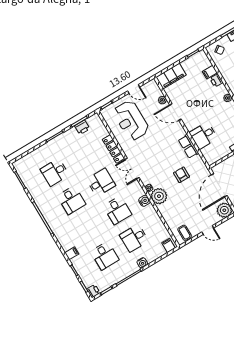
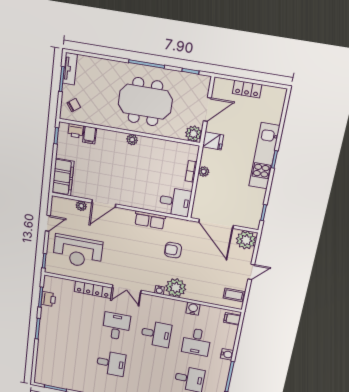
printer: (216, 81) -> (76, 131), moved
desk: (203, 136) -> (175, 202), moved, turned -90
desk: (55, 172) -> (72, 356), removed
water cooler: (144, 201) -> (193, 309), moved

